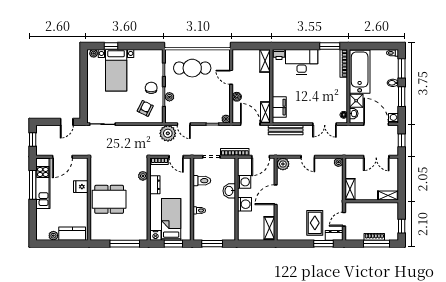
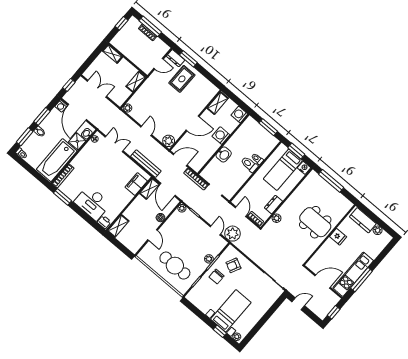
toilet: (202, 181) -> (249, 164), moved
washing machine: (244, 182) -> (239, 115), moved
fridge: (81, 187) -> (338, 237), moved

